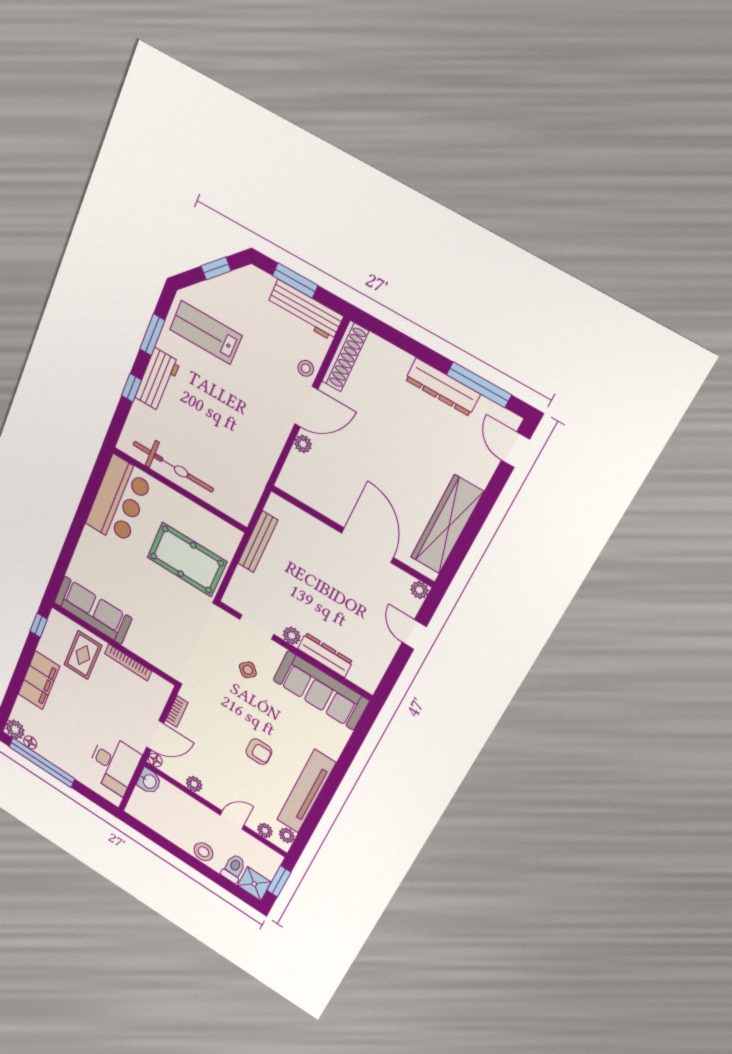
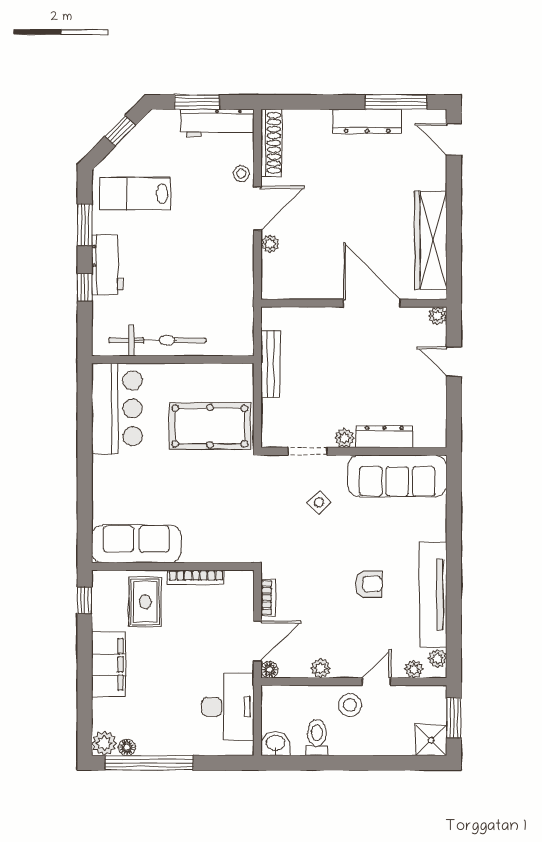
washbasin: (149, 781) -> (275, 744), moved, turned -90
stool: (203, 852) -> (350, 705), moved
toilet: (234, 868) -> (317, 738), moved

